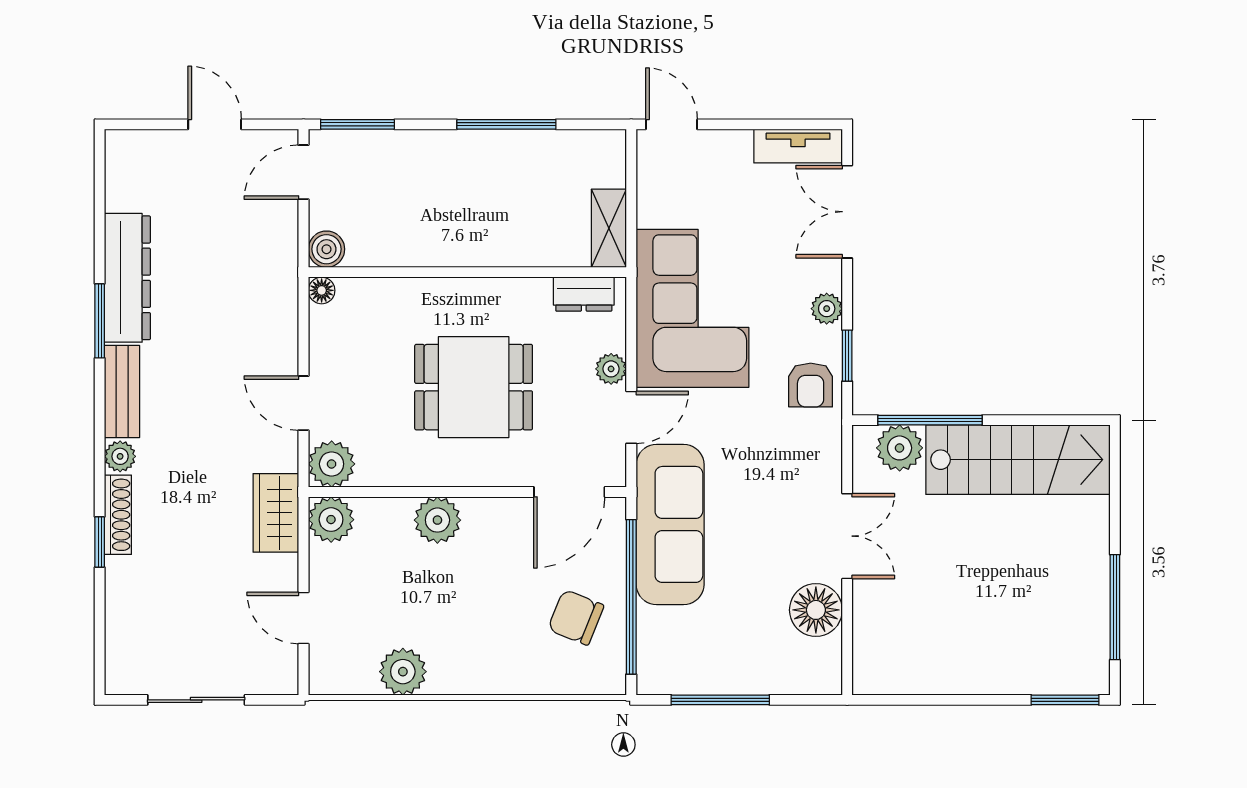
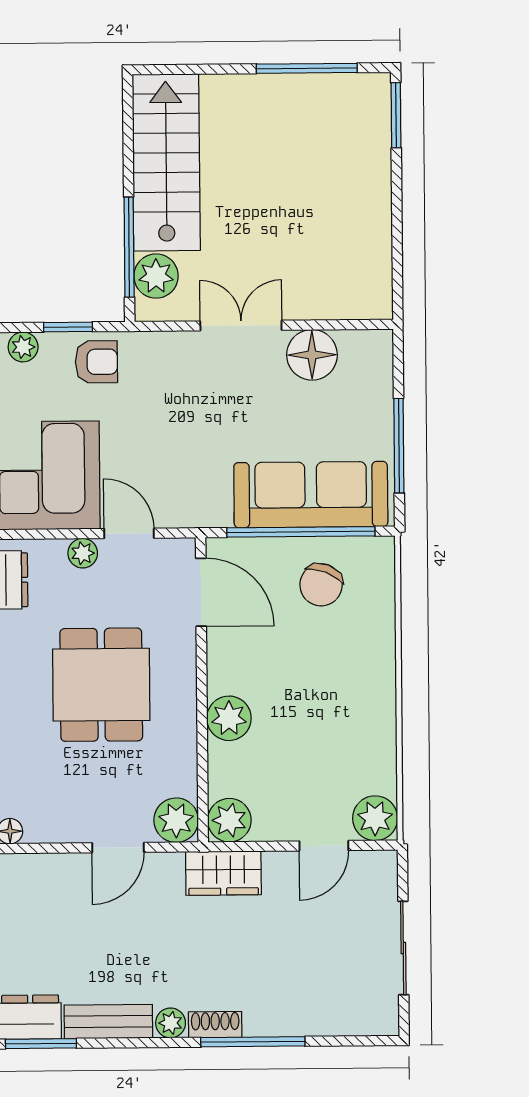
shoe rack: (118, 515) -> (215, 1025), width x0.70
sofa: (670, 524) -> (311, 495), moved
window: (100, 542) -> (253, 1042), width x2.17
plant: (403, 672) -> (375, 818), moved

